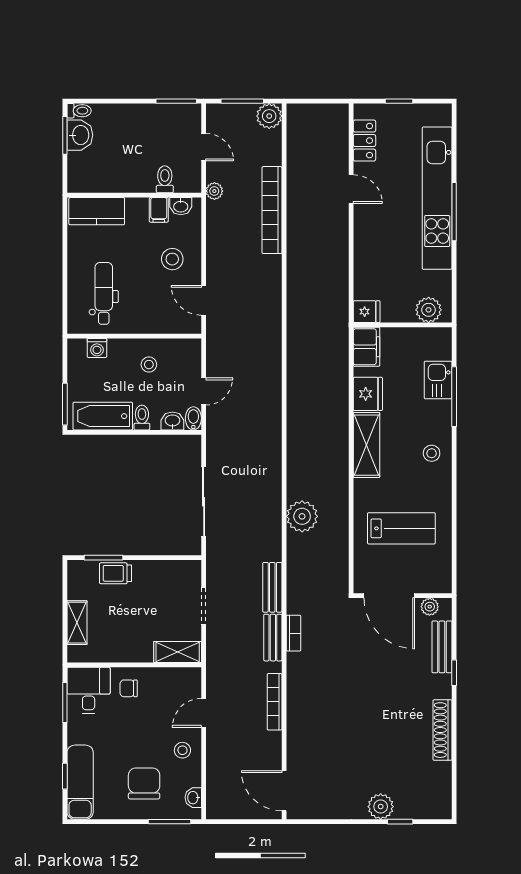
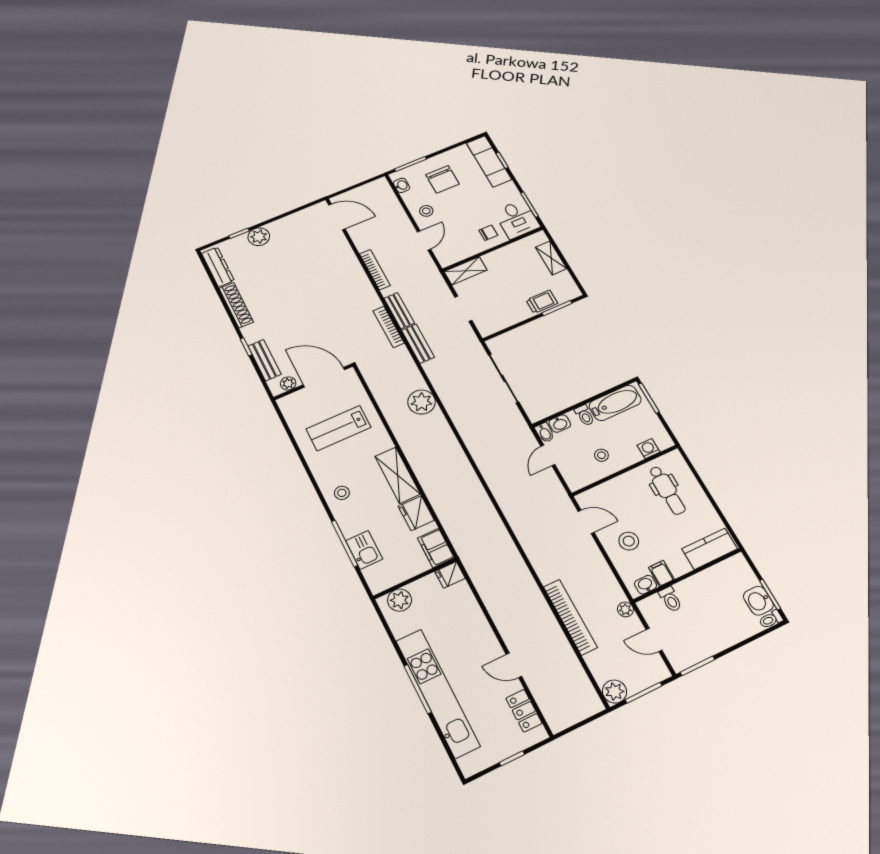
bookcase: (294, 633) -> (389, 327), width x1.56
dresser: (441, 789) -> (218, 267), added

